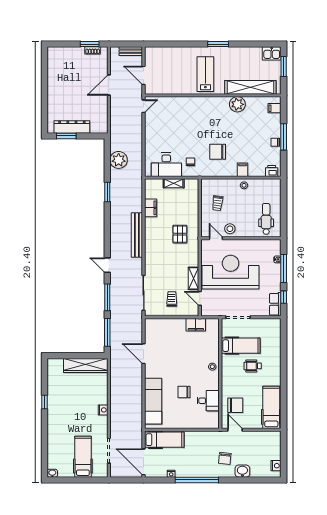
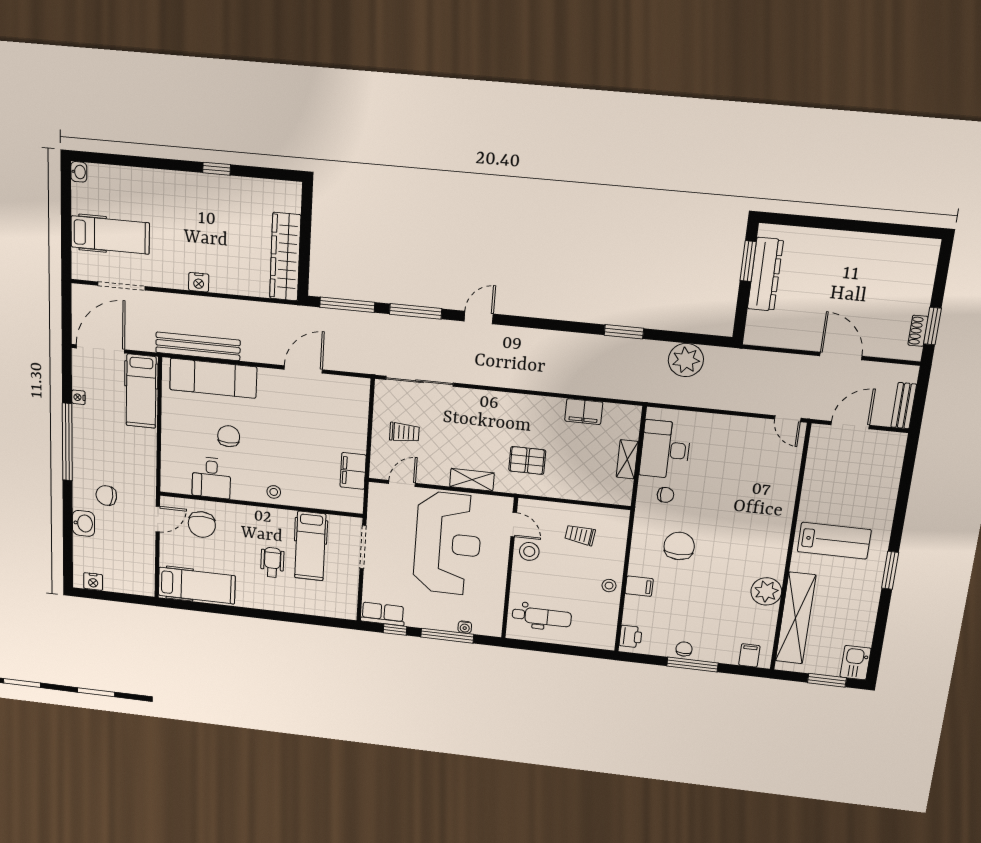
bench: (137, 235) -> (198, 346), moved
door: (216, 238) -> (514, 525), hinge flipped
shelving: (194, 278) -> (472, 480), moved

